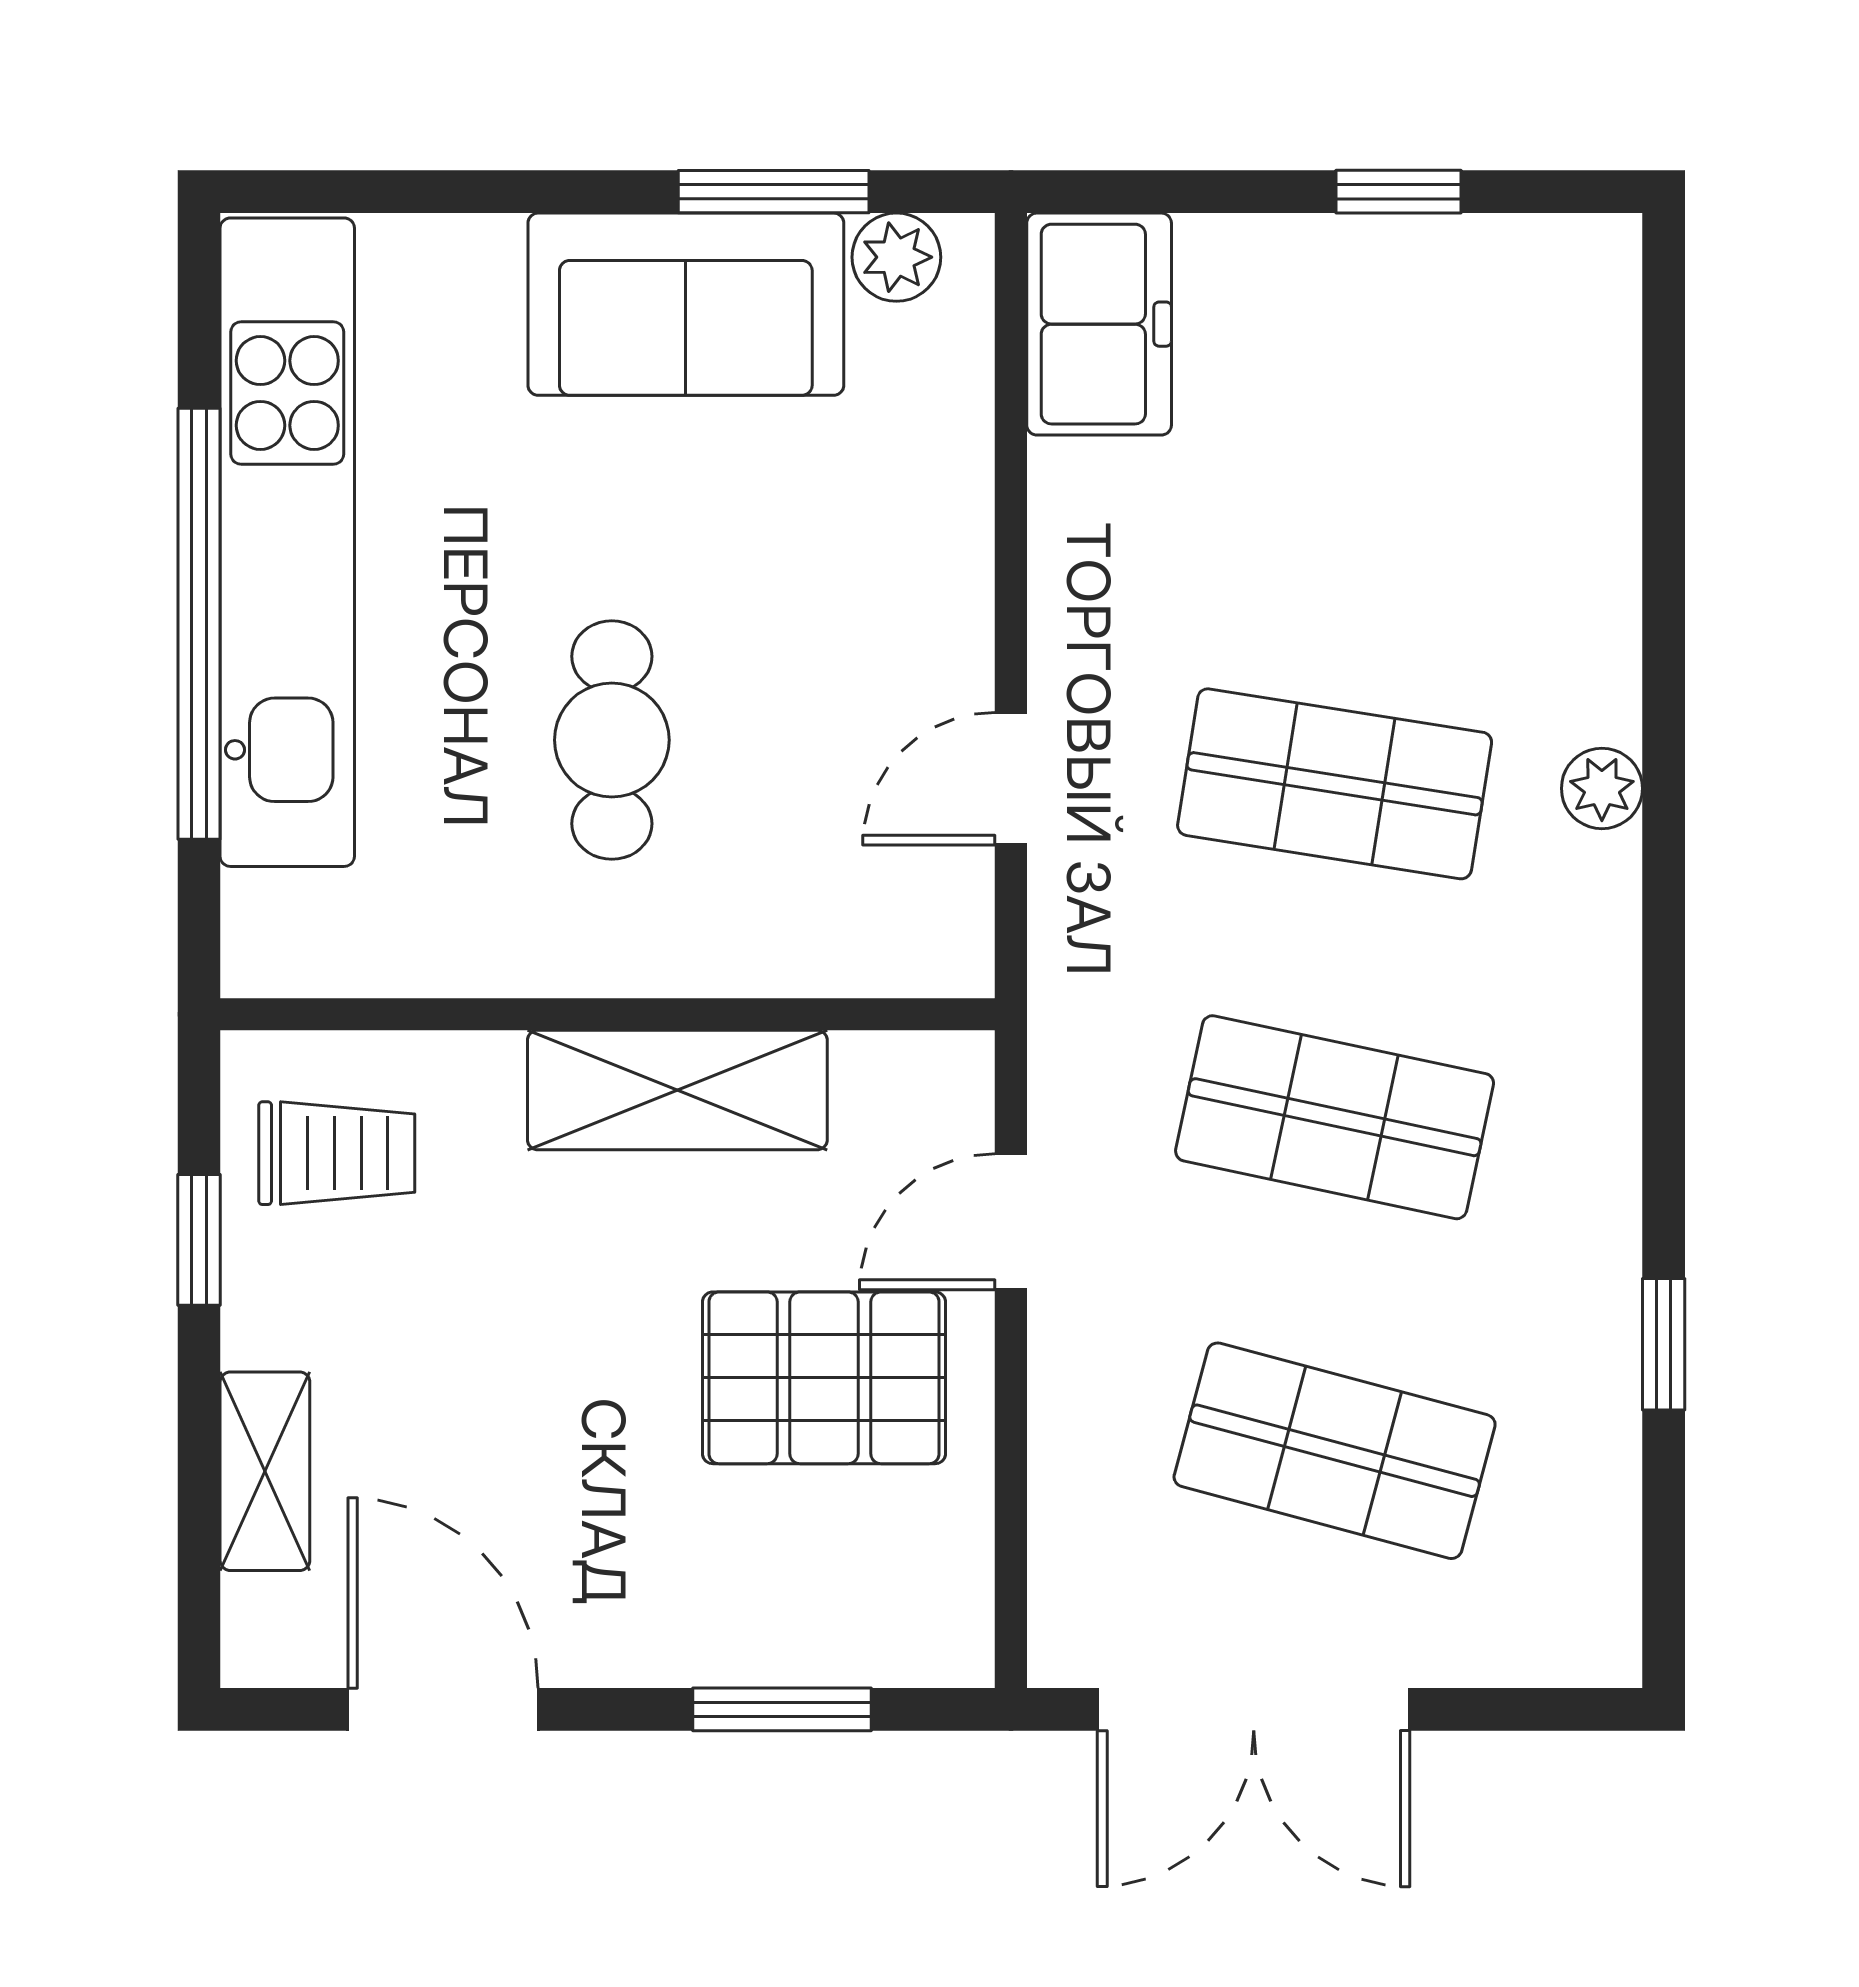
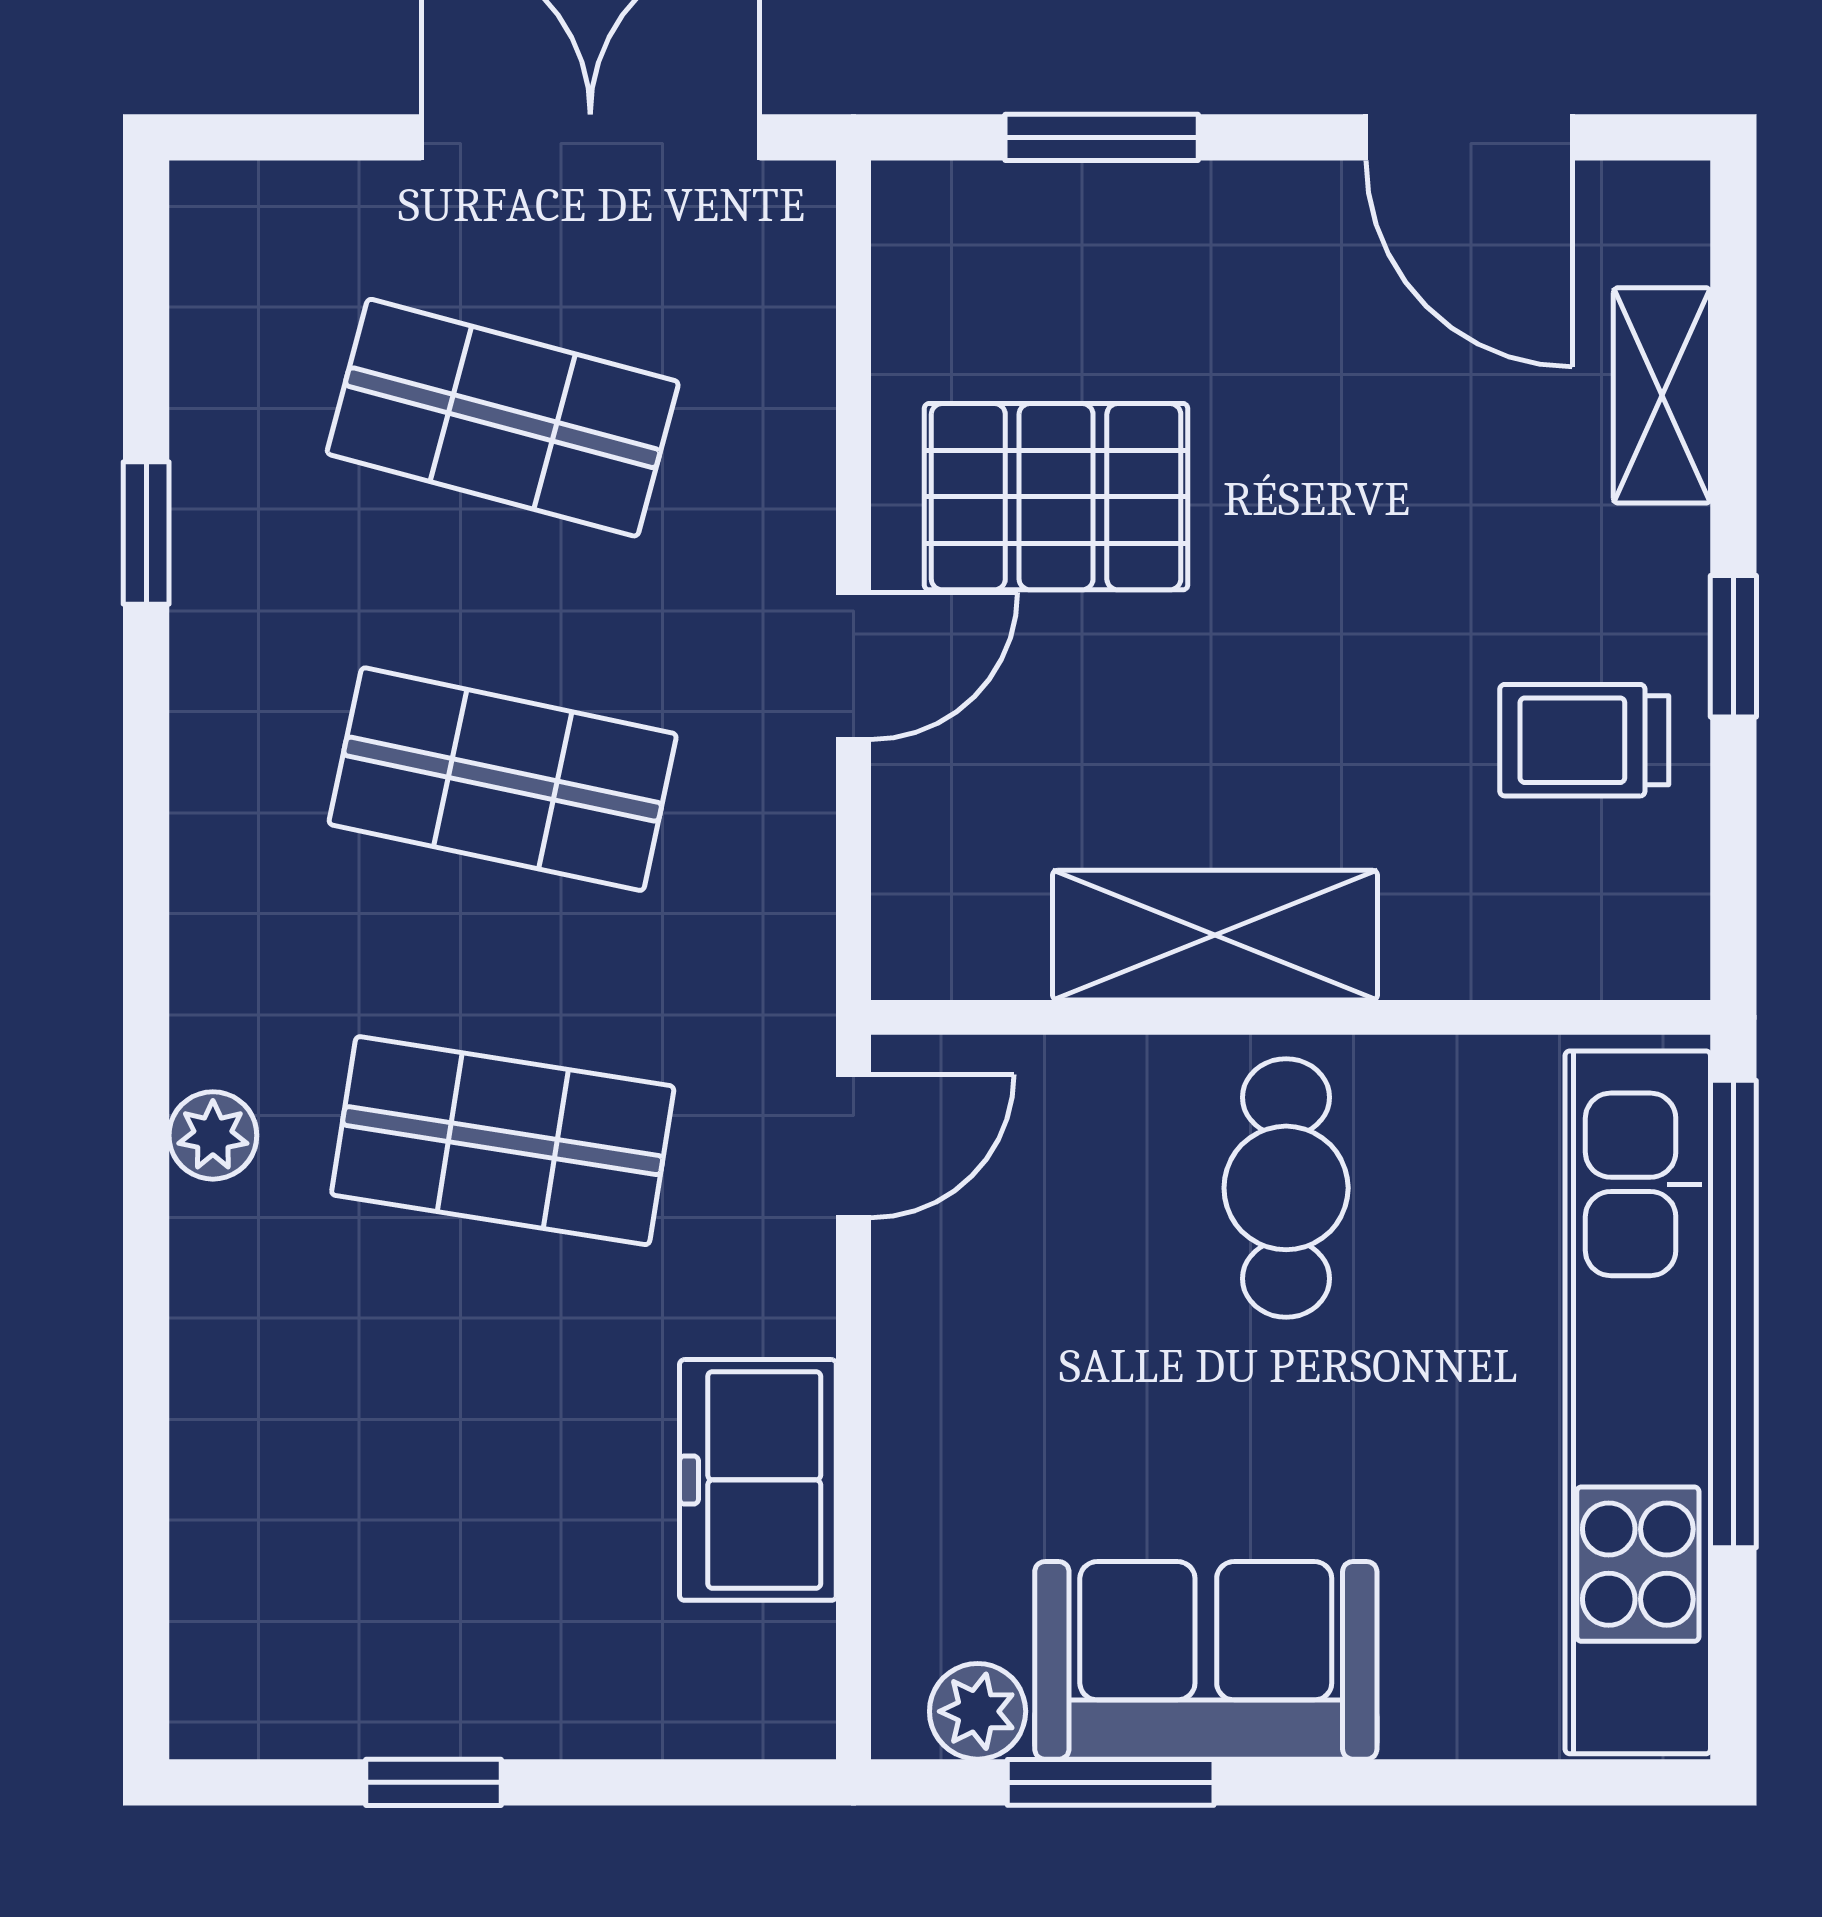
freezer: (1099, 324) -> (758, 1480), moved
wall: (608, 1014) -> (1291, 1017), moved
shelving: (677, 1090) -> (1215, 935), moved

